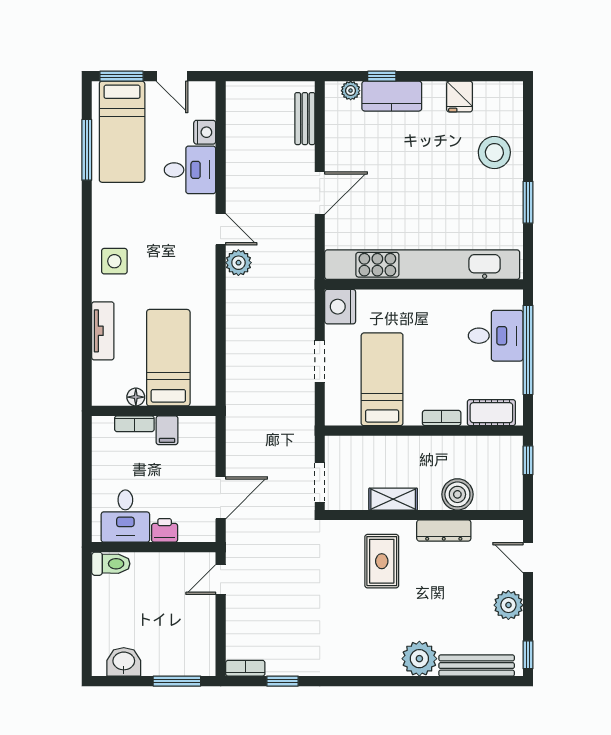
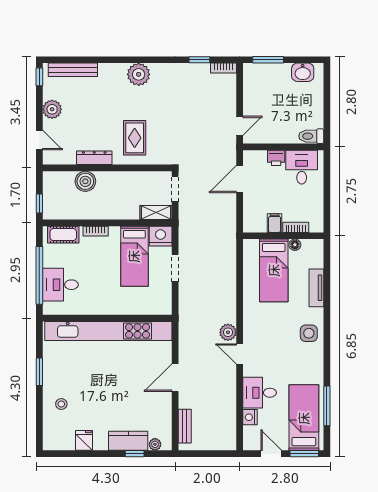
stool: (494, 153) -> (61, 404), width x0.53, depth x0.53
nightstand: (340, 307) -> (161, 236), moved, turned -90
shelving: (393, 499) -> (156, 212), moved
plant: (419, 659) -> (139, 74), moved

